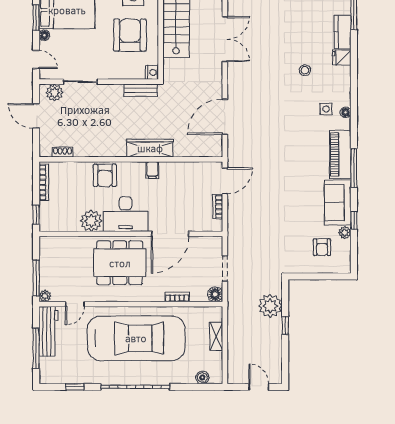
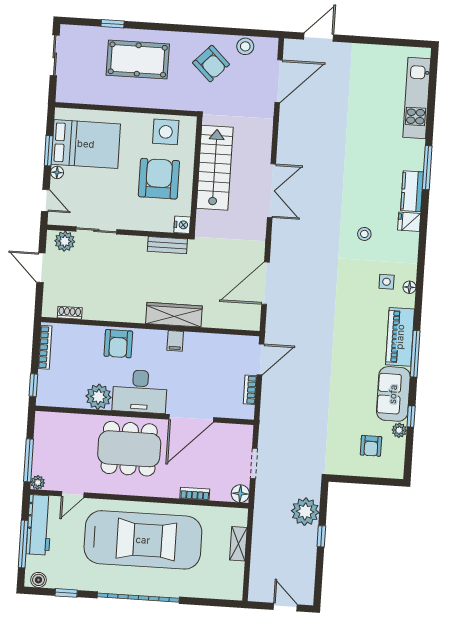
boiler: (202, 377) -> (38, 580), moved

